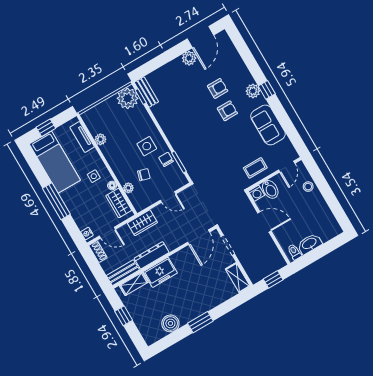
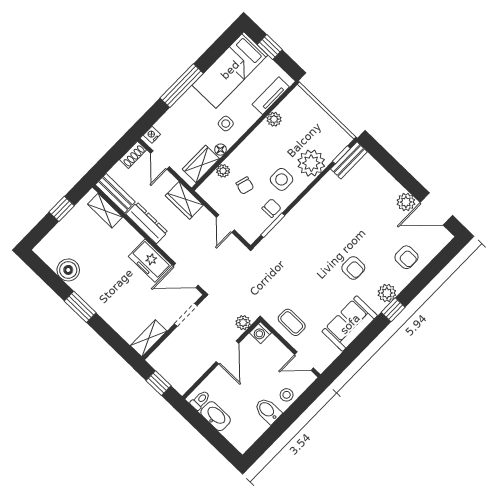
armchair: (218, 88) -> (406, 257), moved
plant: (128, 98) -> (311, 163), moved
bidet: (270, 189) -> (268, 411), moved, turned 90
plant: (245, 204) -> (243, 323), added
freezer: (160, 272) -> (150, 261), moved

